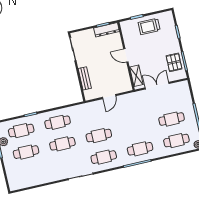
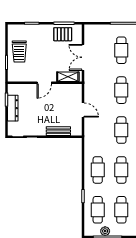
dresser: (107, 30) -> (13, 108), moved
cafe table: (135, 127) -> (121, 90), added

